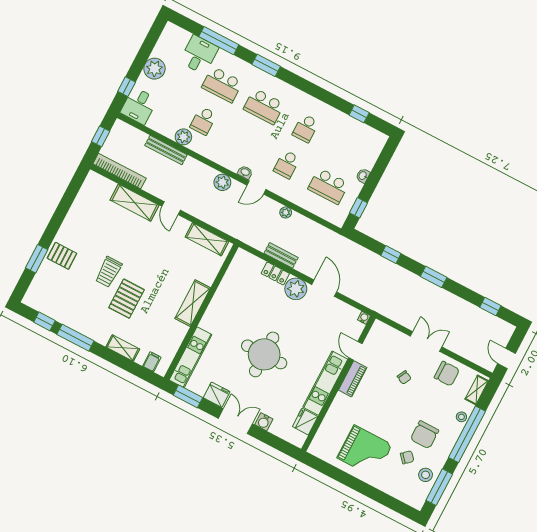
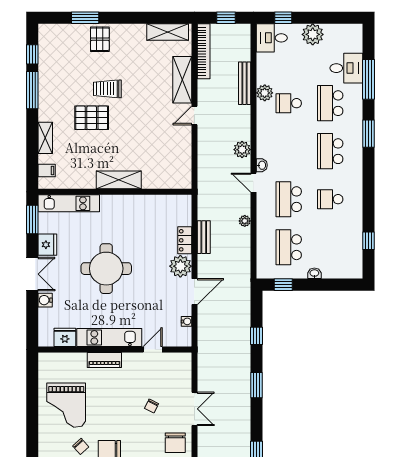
school desk: (287, 164) -> (289, 199), width x1.85
shelving: (207, 239) -> (168, 32), moved, turned 90
water cooler: (364, 318) -> (186, 321), moved
piano: (353, 379) -> (104, 360), moved

